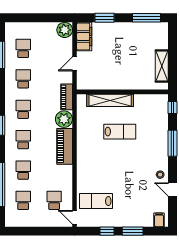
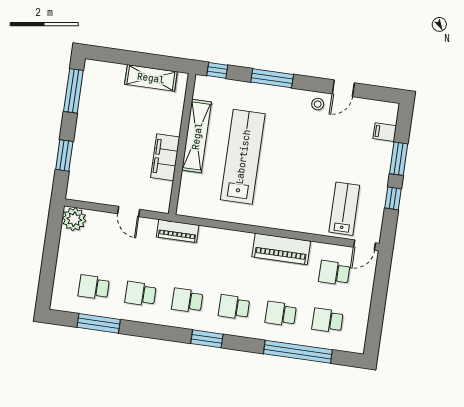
filing cabinet: (84, 37) -> (165, 157), moved, turned -90
shelving: (110, 100) -> (197, 136), moved
plant: (64, 119) -> (211, 240), removed
lab bench: (120, 132) -> (243, 157), width x1.86, depth x1.39
piano: (65, 146) -> (281, 249), moved
lab bench: (96, 201) -> (344, 209), turned 180
filing cabinet: (159, 220) -> (385, 132), moved

